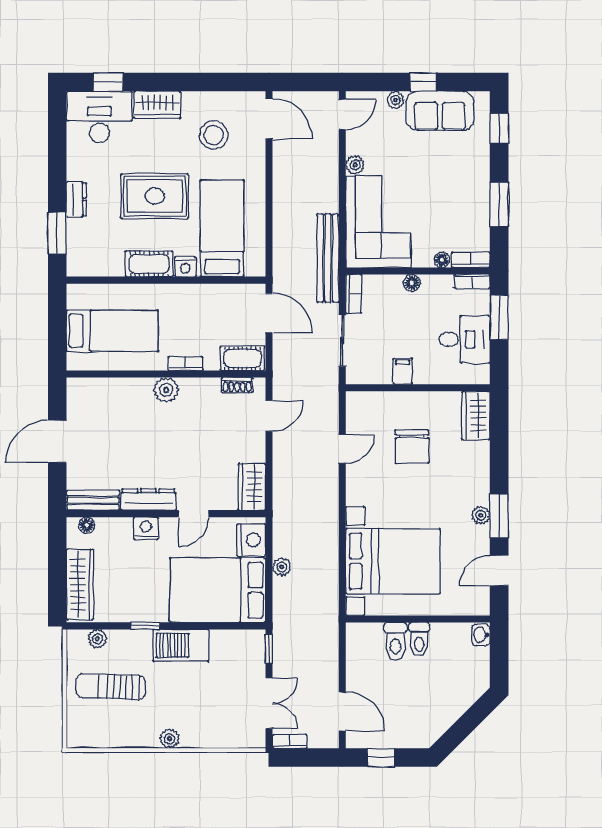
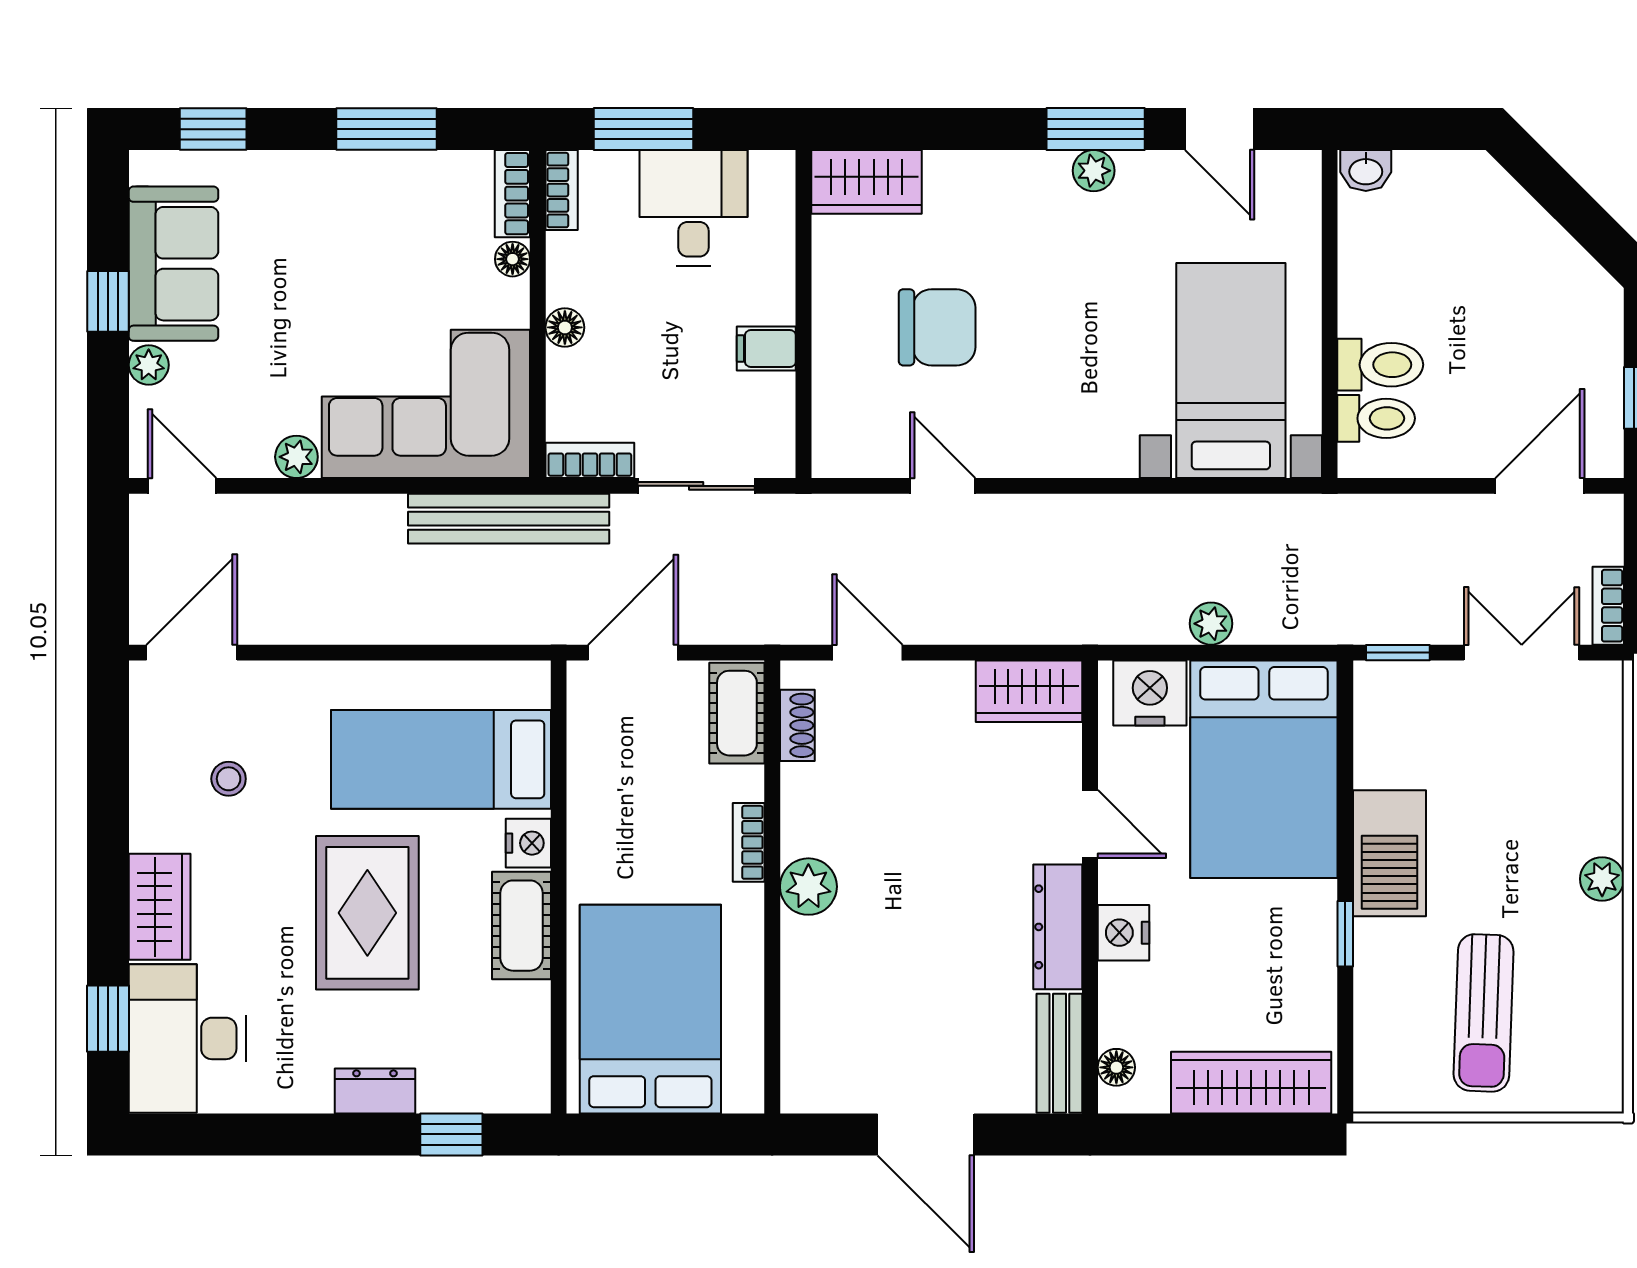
stool: (214, 135) -> (229, 779), width x0.53, depth x0.53
window: (57, 233) -> (451, 1134), width x0.67
bed: (112, 331) -> (650, 1009), width x1.50
bed with nightstands: (393, 561) -> (1231, 370), width x0.73
plant: (97, 639) -> (1375, 1043), removed
toilet: (419, 639) -> (1376, 418), moved

